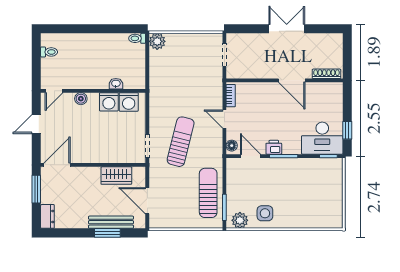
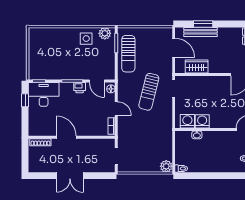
boiler: (81, 99) -> (223, 124), removed

